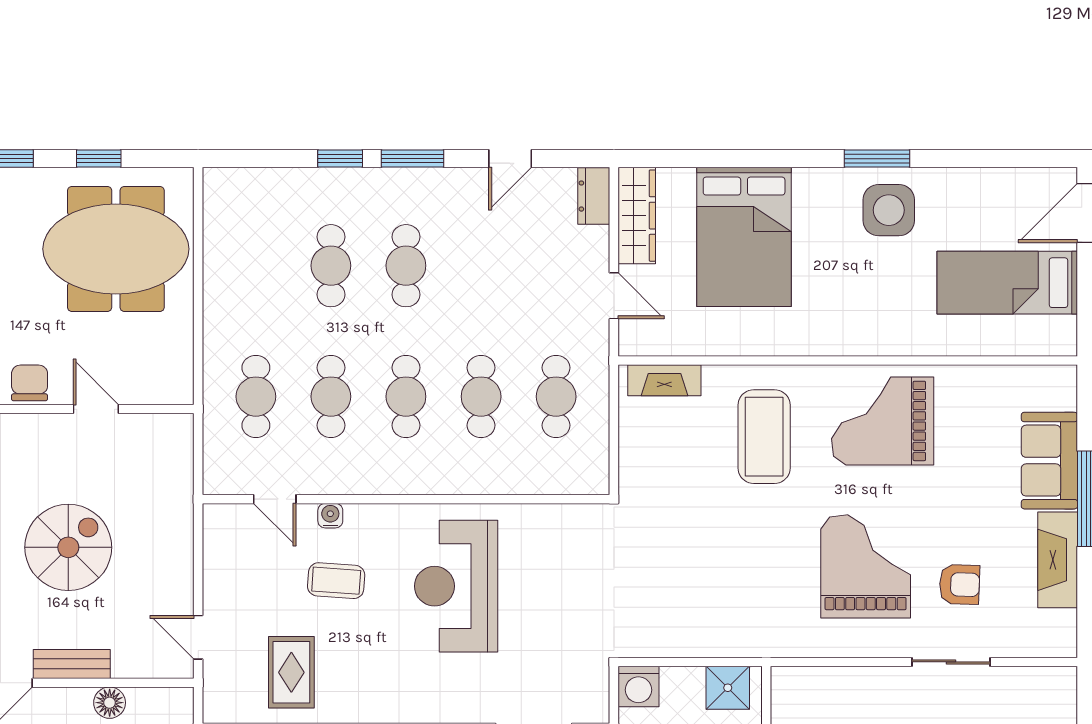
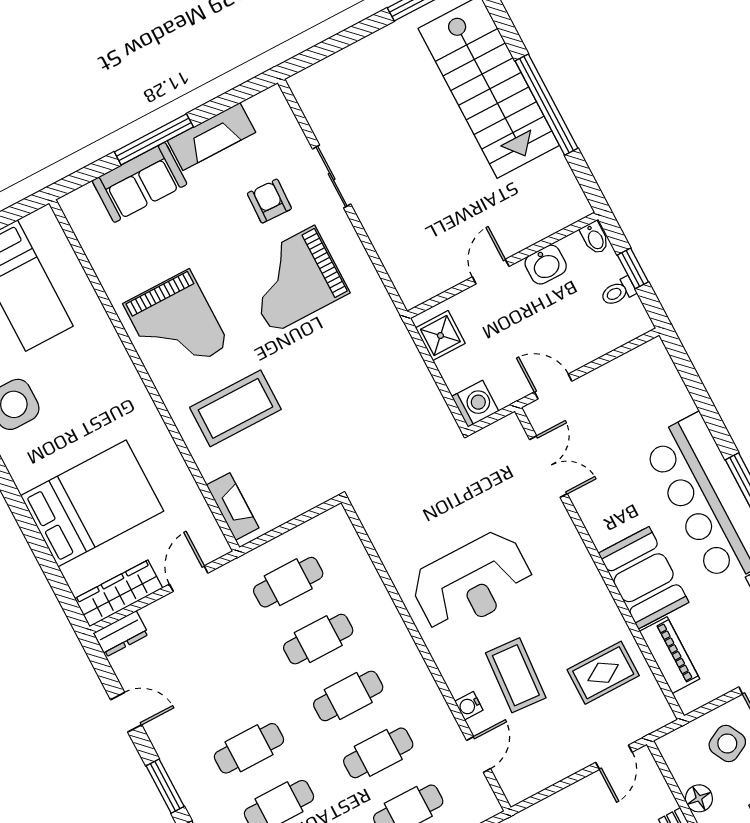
coffee table: (336, 581) -> (516, 675), width x1.36, depth x1.30

